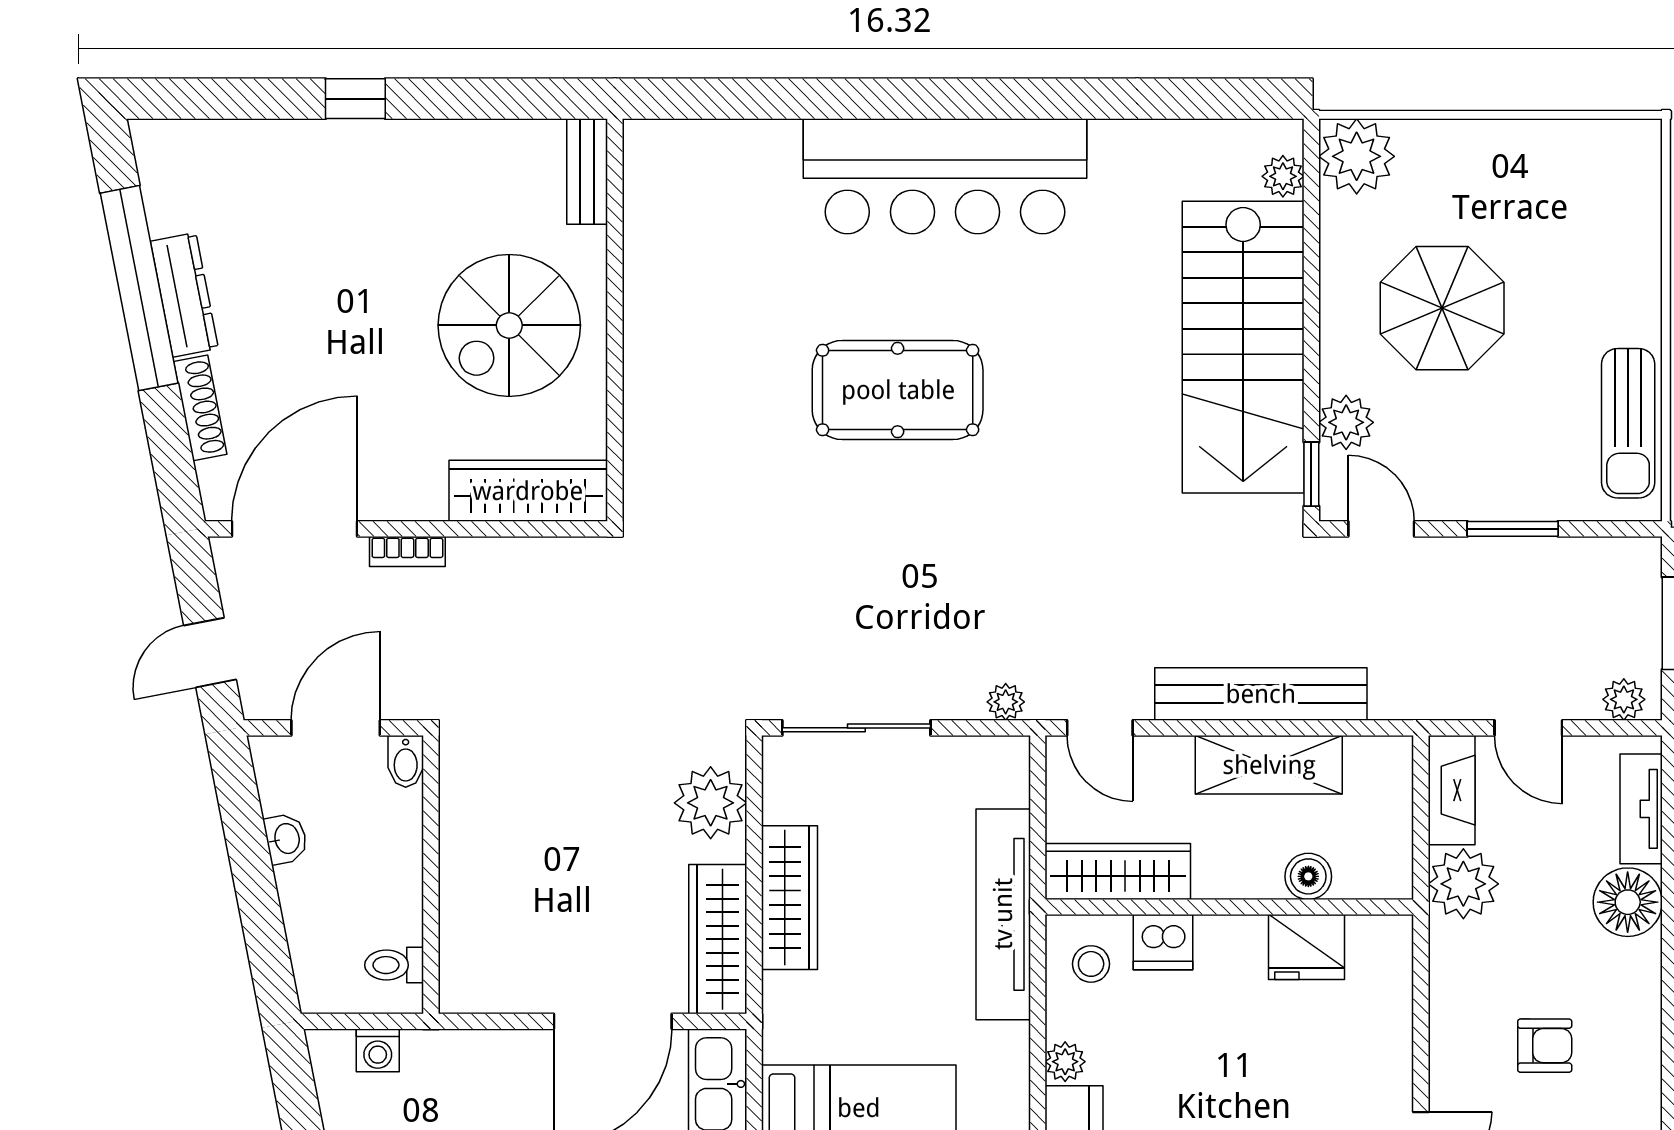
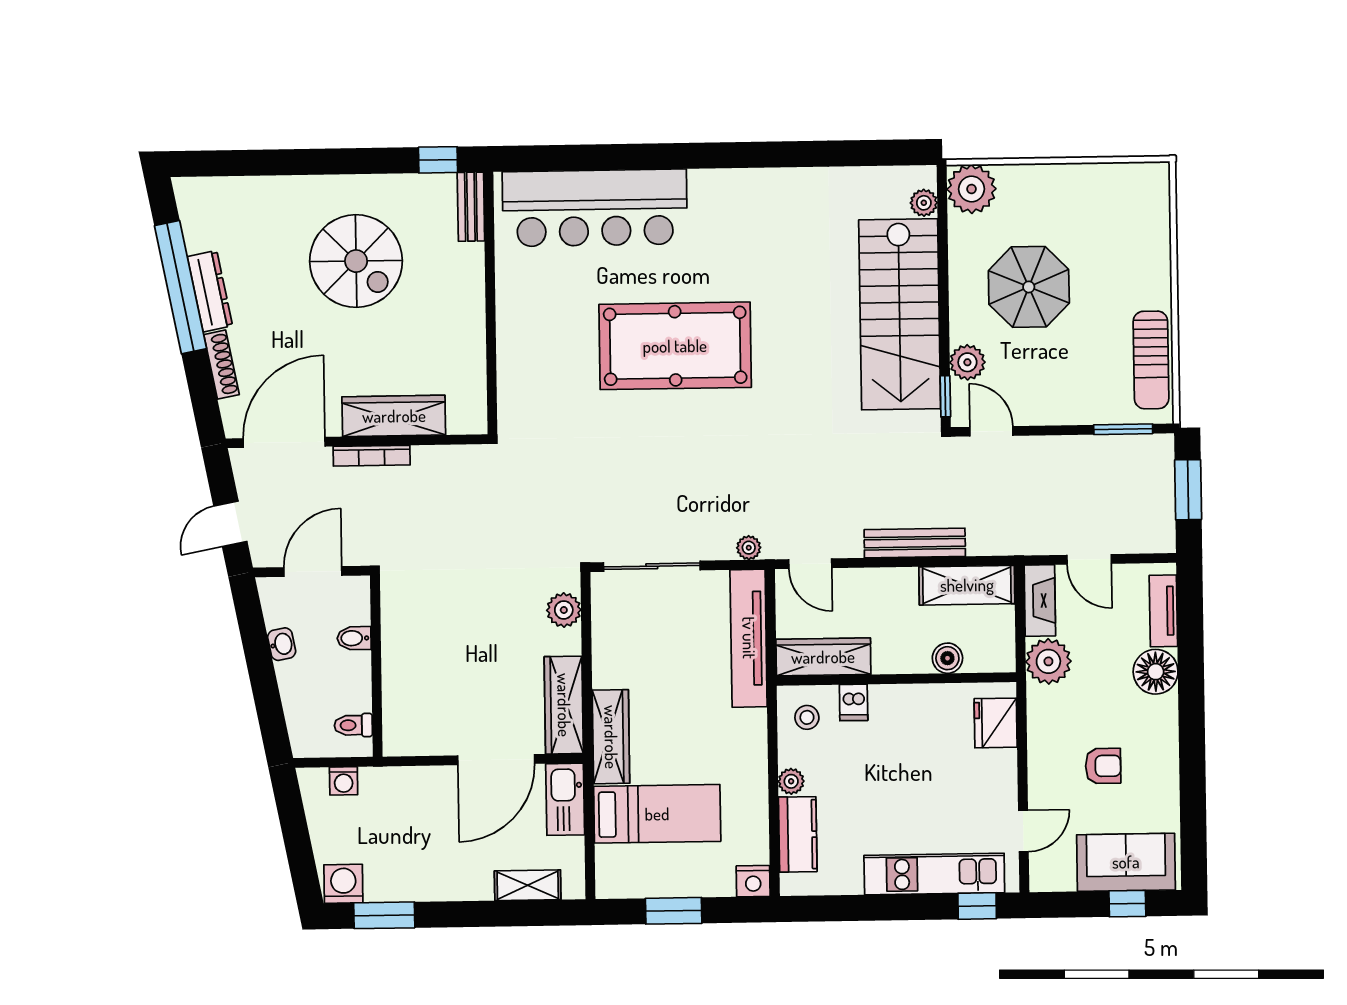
window: (355, 99) -> (438, 160), moved
bar counter: (945, 176) -> (595, 208), moved
spiral stairs: (509, 325) -> (356, 261), moved, turned -90
pool table: (898, 390) -> (675, 346), width x1.36, depth x1.32
wardrobe: (528, 491) -> (394, 416), moved
window: (1513, 529) -> (1123, 429), moved
bookcase: (407, 552) -> (372, 456), width x1.56
bench: (1261, 694) -> (915, 543), width x0.73, depth x0.82
plant: (1624, 699) -> (1151, 540), removed
bidet: (406, 761) -> (354, 638), moved, turned 90
shelving: (1269, 765) -> (967, 585), moved
plant: (711, 803) -> (564, 610), width x0.73, depth x0.73
wardrobe: (789, 898) -> (611, 737), moved
tv unit: (1003, 914) -> (749, 638), moved
dishwasher: (1163, 942) -> (854, 702), width x0.73
fridge: (1307, 947) -> (996, 723), moved, turned 90

